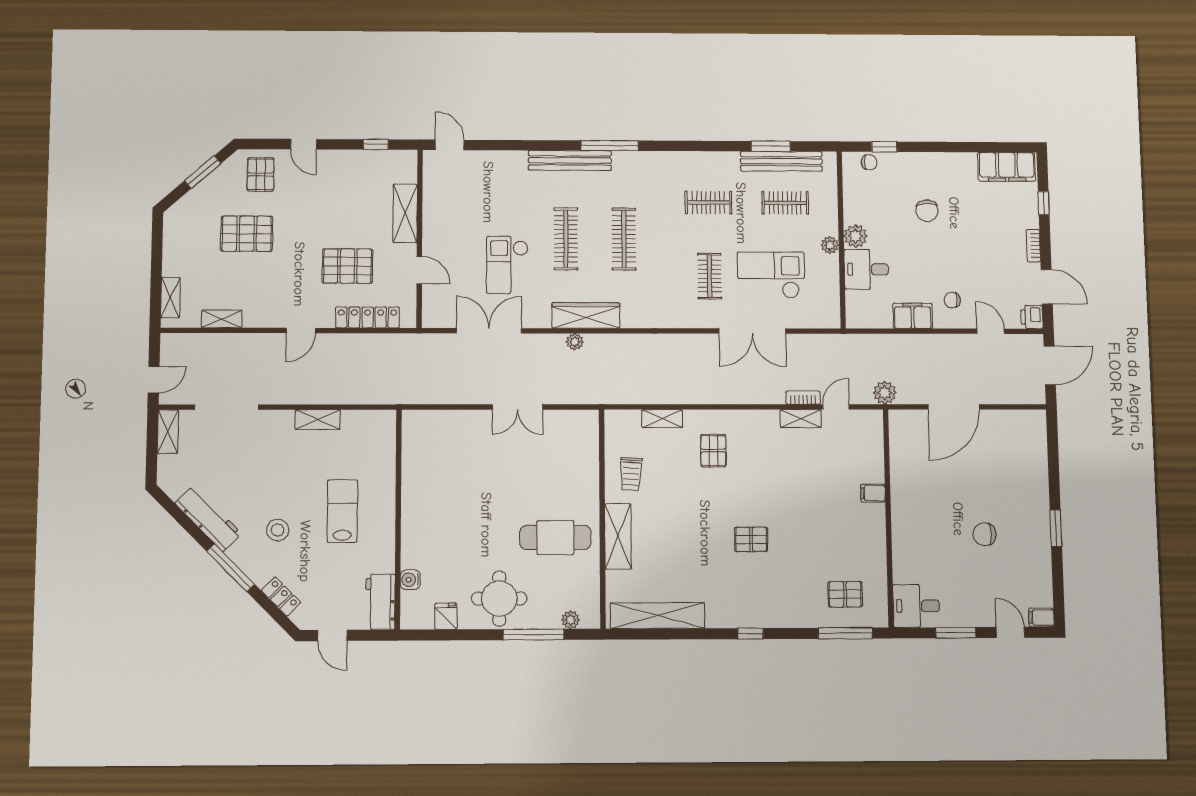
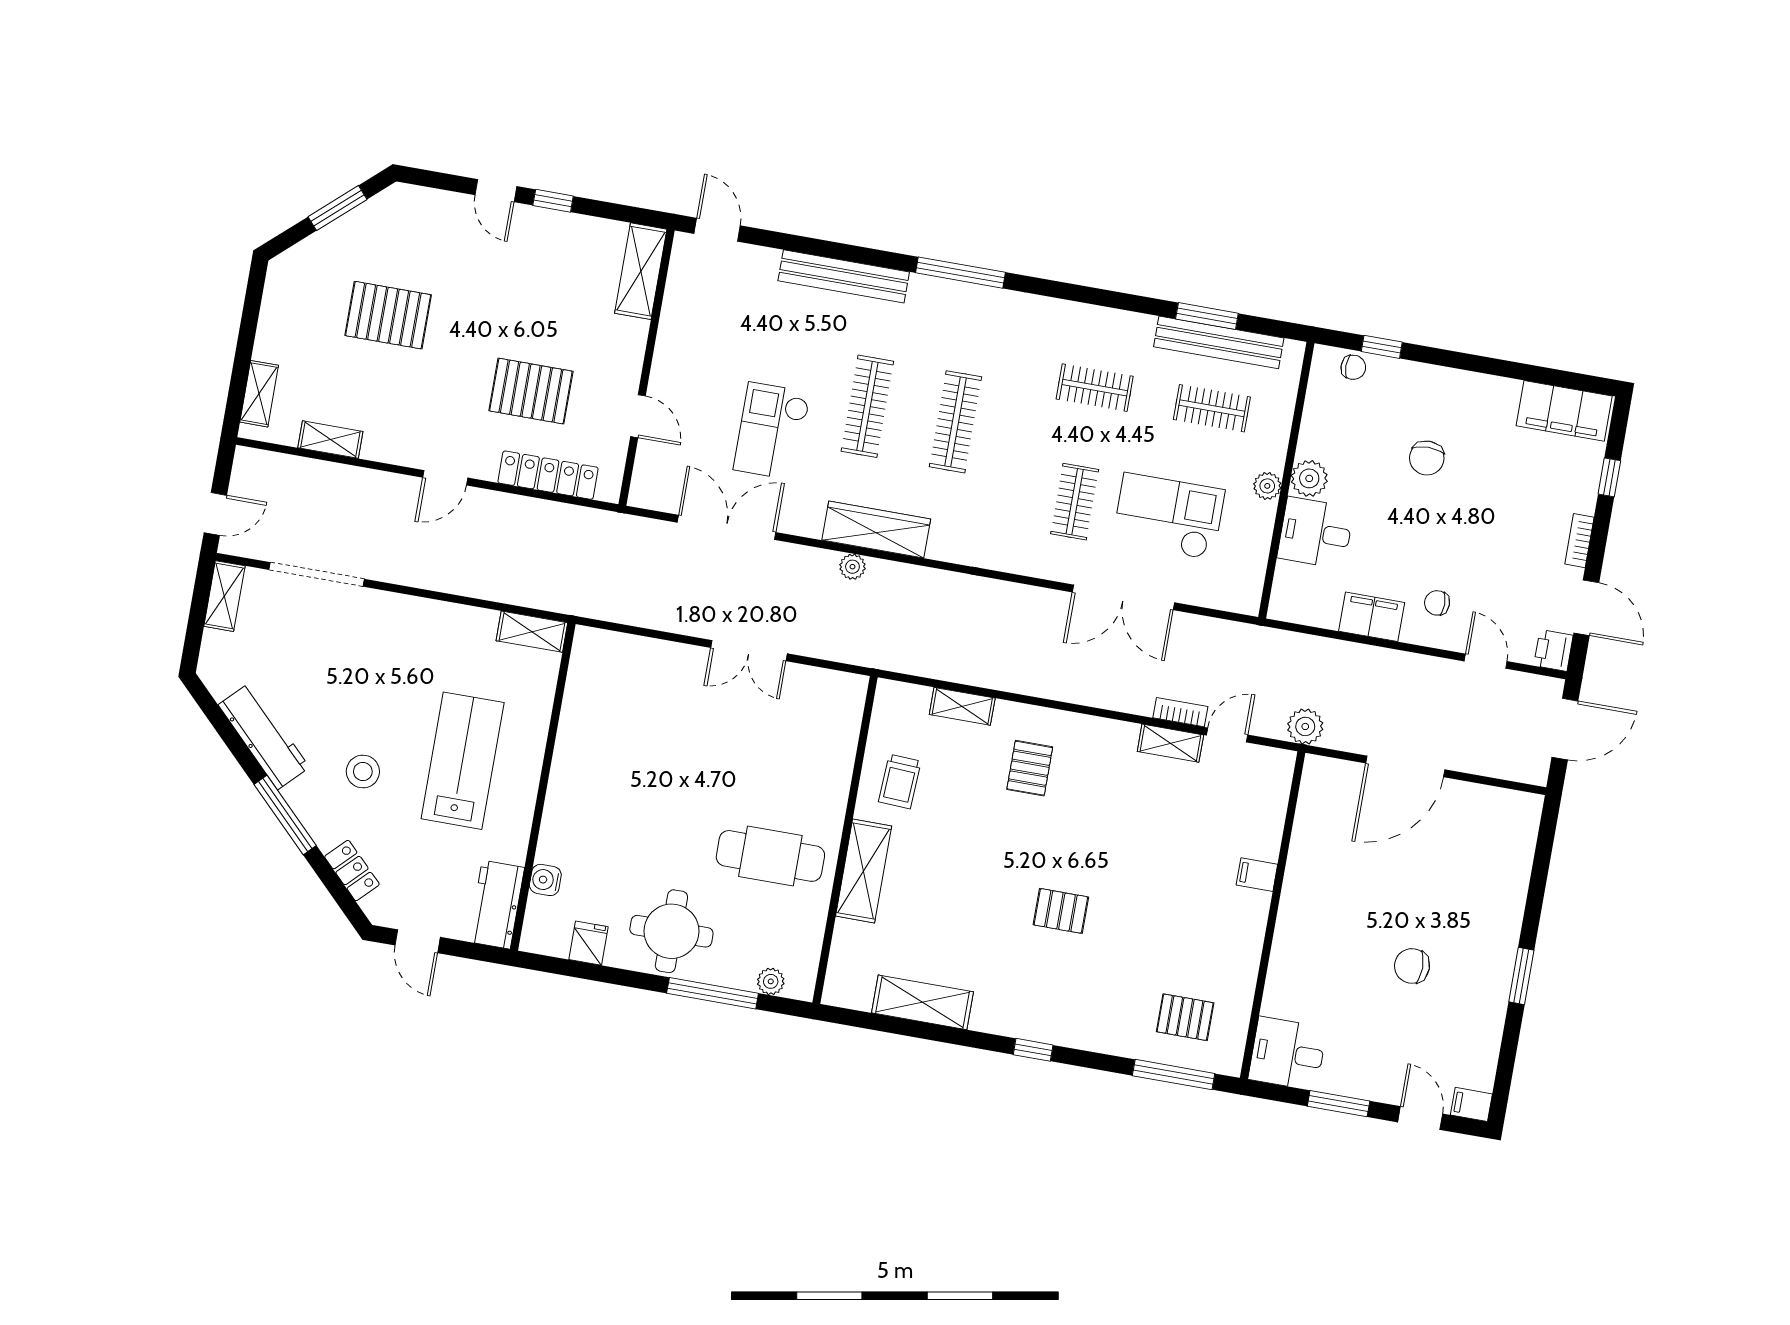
window: (376, 145) -> (553, 201), moved
bench: (570, 160) -> (844, 276), moved
pallet: (261, 174) -> (424, 227), removed
shelving: (405, 213) -> (641, 271), moved
shelving: (318, 420) -> (532, 632), moved
lab bench: (342, 511) -> (463, 761), width x1.36, depth x1.39
shelving: (657, 616) -> (922, 1002), width x0.68

